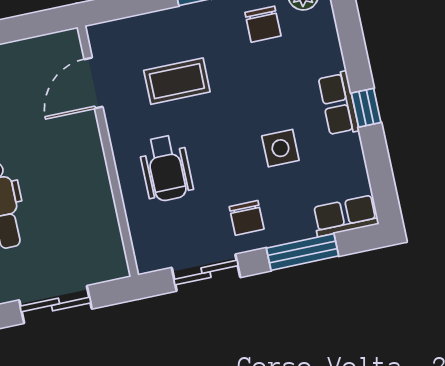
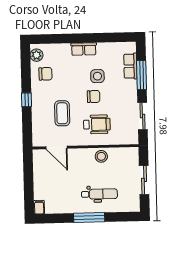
window: (366, 108) -> (87, 38), removed
stool: (92, 193) -> (101, 156), added
row of seats: (345, 216) -> (130, 66), moved
chair: (247, 218) -> (94, 97), moved

